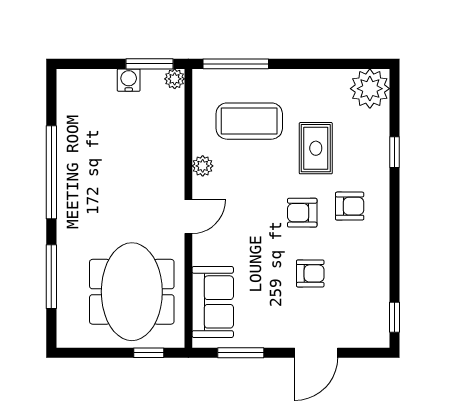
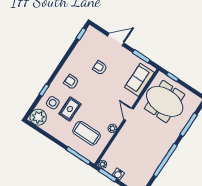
side table: (360, 138) -> (53, 103), added
armchair: (302, 213) -> (89, 90), removed
door: (188, 217) -> (129, 114), hinge flipped
meeting table: (132, 292) -> (165, 101), turned 90

